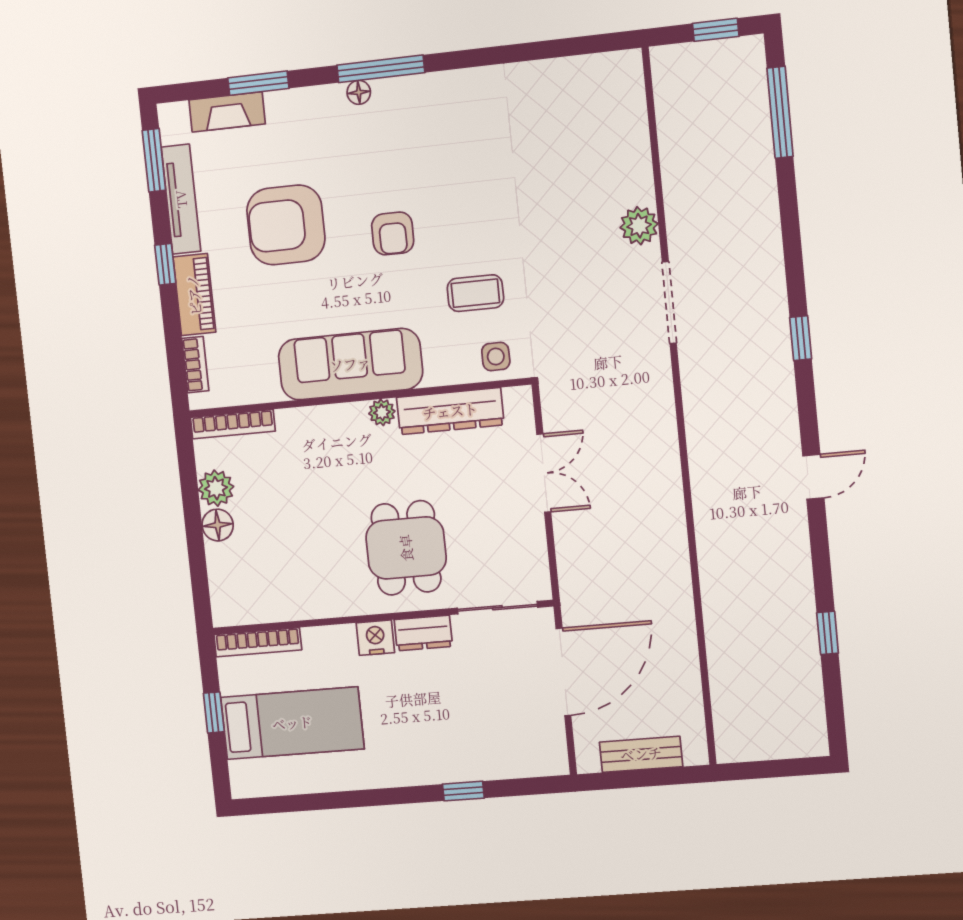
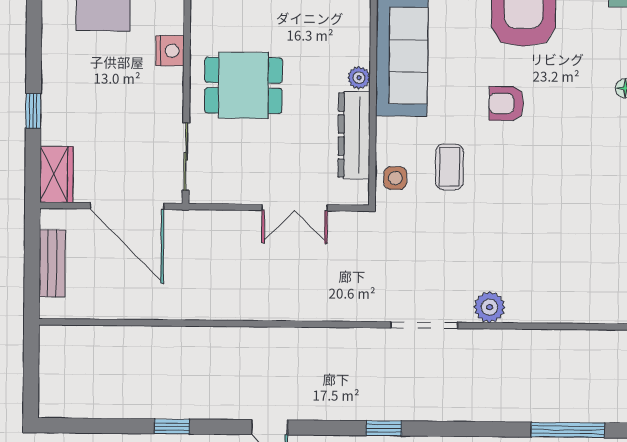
dresser: (423, 633) -> (170, 92), removed
window: (828, 633) -> (172, 426), moved
wardrobe: (535, 758) -> (56, 174), added

